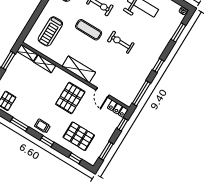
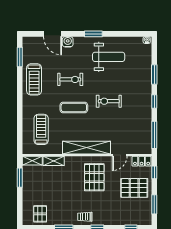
treadmill: (50, 31) -> (41, 129), turned 180
window: (178, 32) -> (154, 74), moved
shelving: (79, 69) -> (86, 148), width x1.47
door: (102, 92) -> (120, 155), hinge flipped
pallet: (79, 136) -> (134, 188), moved

